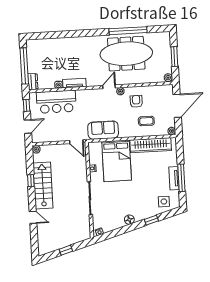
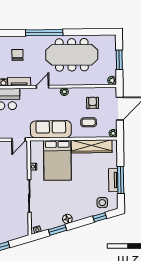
window: (128, 31) -> (44, 33), moved
chair: (71, 56) -> (17, 55), added
door: (109, 87) -> (42, 87), moved
armchair: (136, 101) -> (93, 103), moved
sofa: (103, 130) -> (51, 129), width x1.36
door: (76, 142) -> (18, 140), hinge flipped
window: (151, 220) -> (100, 217), moved
window: (120, 231) -> (58, 230), added

